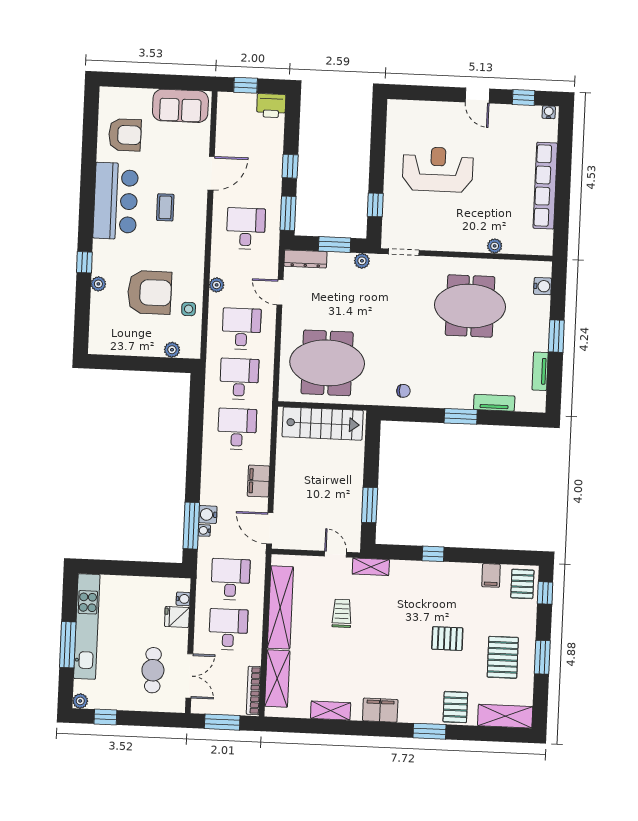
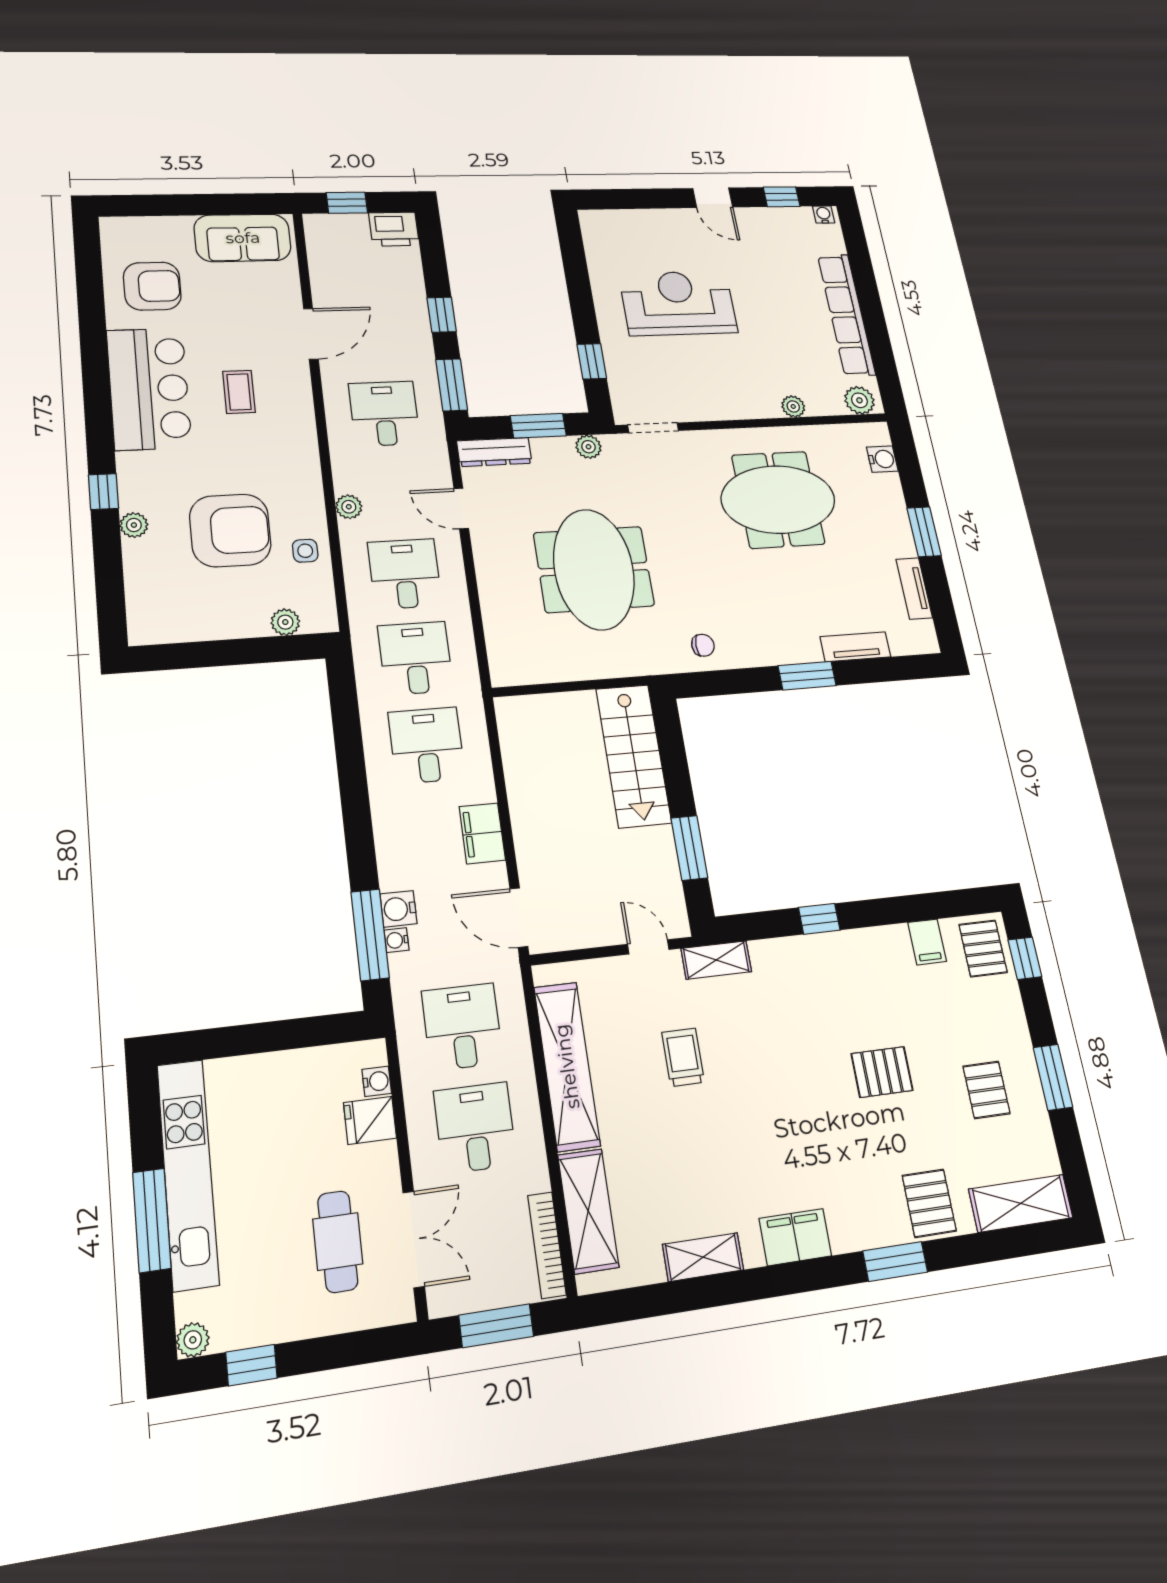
plant: (538, 246) -> (859, 400), added
meeting table: (327, 363) -> (594, 569), moved, turned 90
stairs: (323, 424) -> (634, 756), moved, turned 90
pallet: (503, 657) -> (986, 1090), width x0.67, depth x0.71

